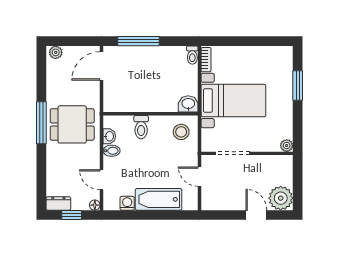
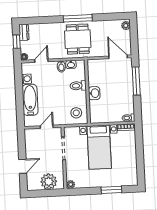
washbasin: (188, 104) -> (94, 93), moved
plant: (281, 198) -> (49, 182), moved

